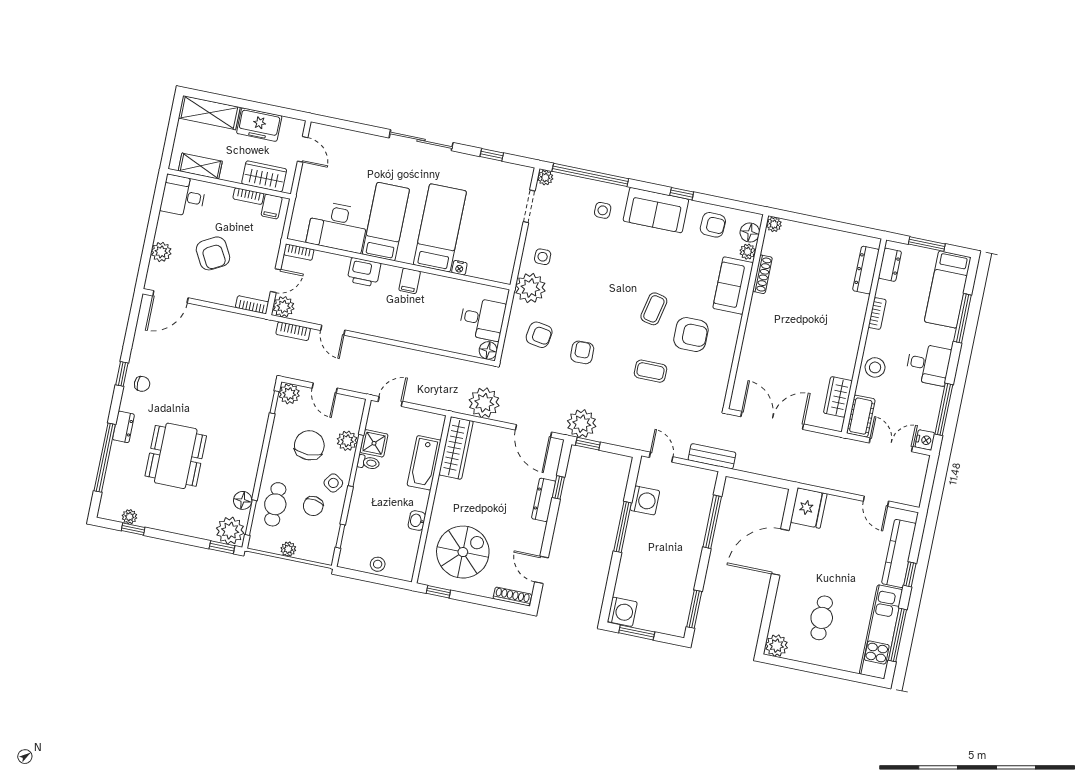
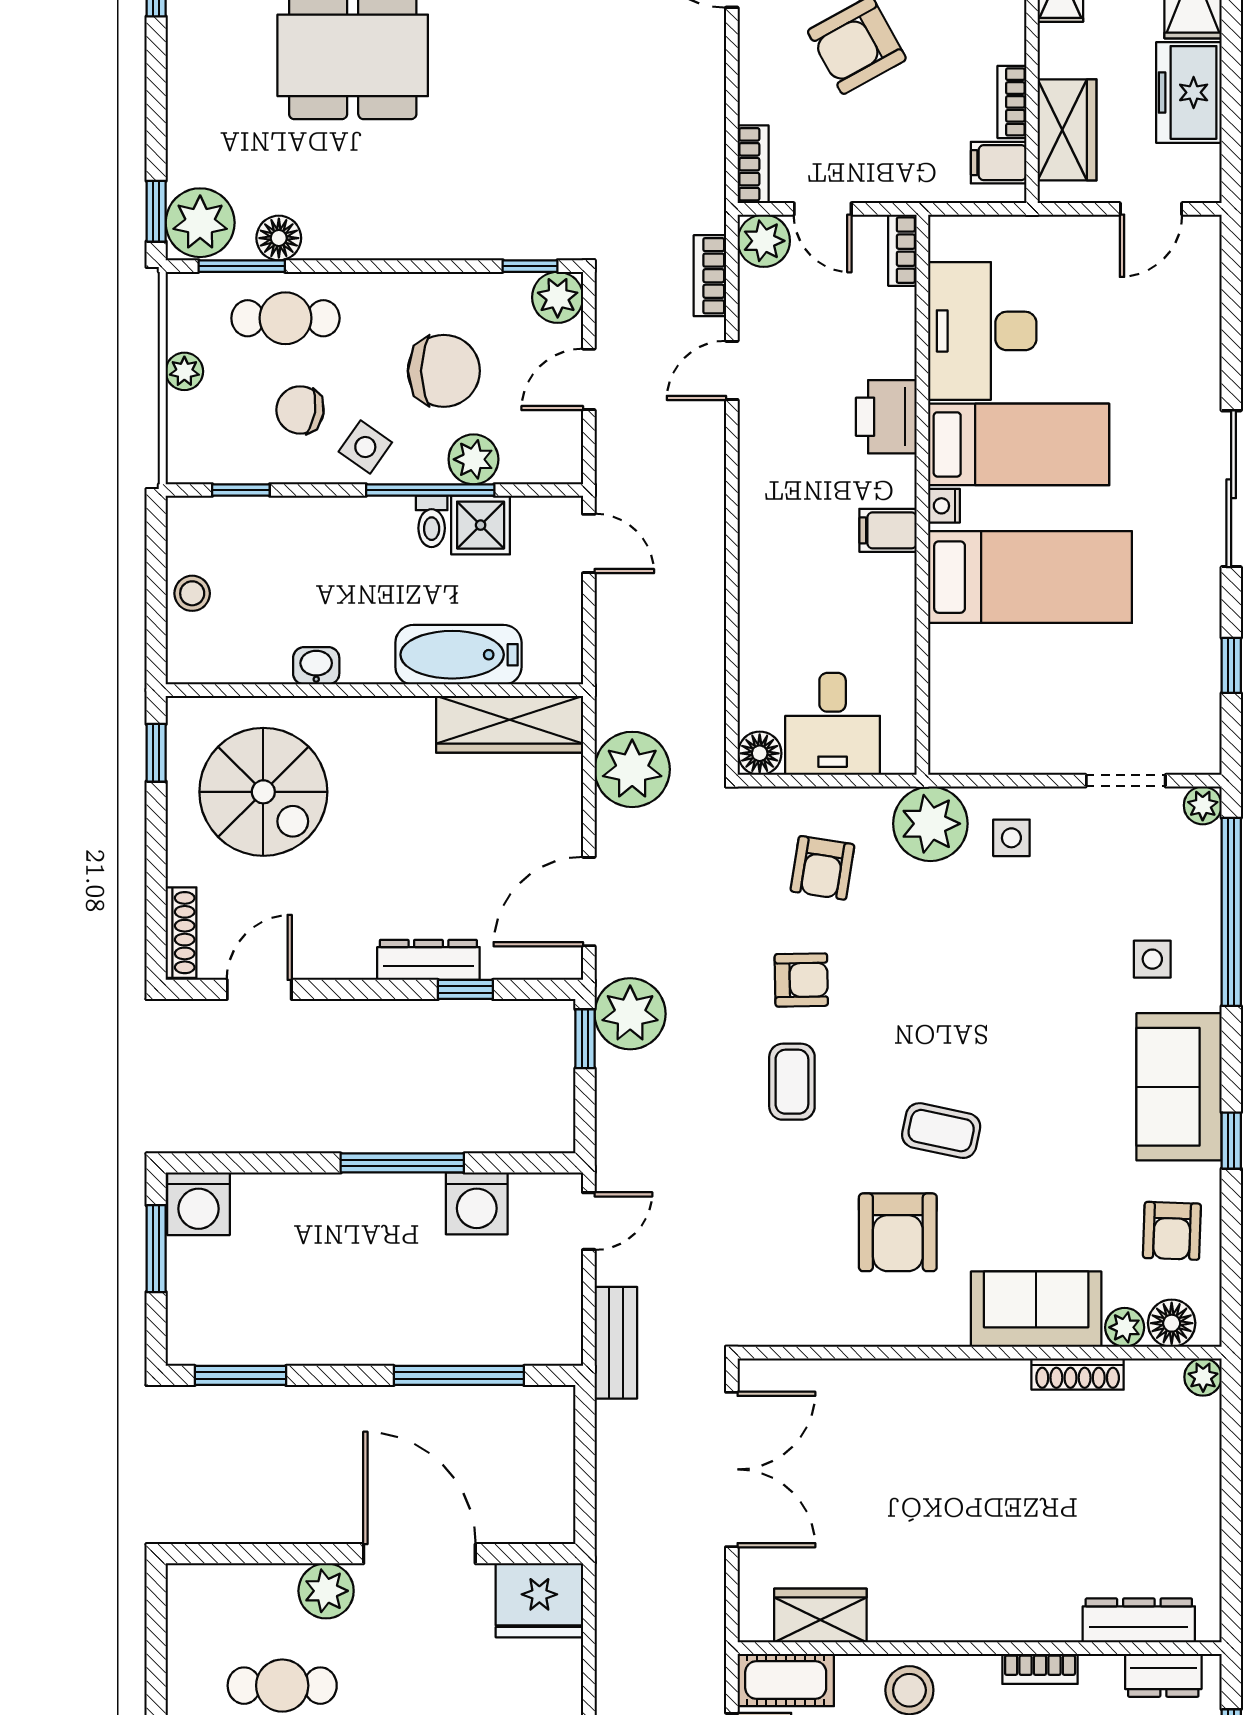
nightstand: (459, 268) -> (944, 506), moved
coffee table: (650, 371) -> (792, 1082), moved
plant: (777, 646) -> (326, 1591), moved

